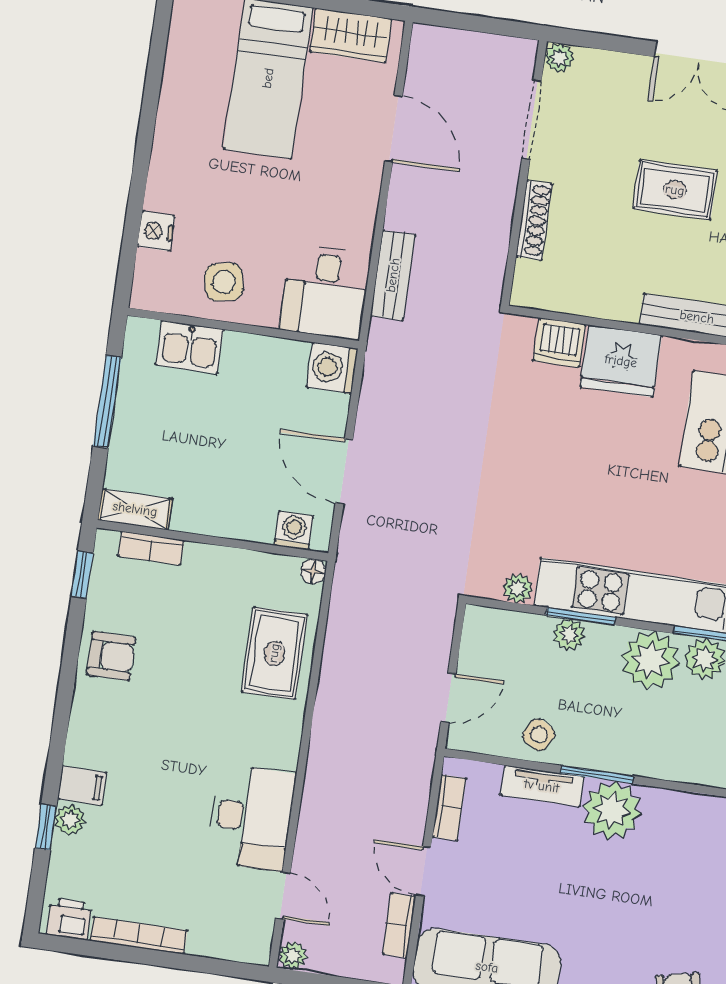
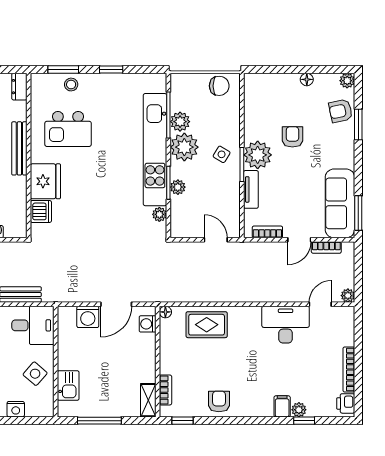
side table: (224, 282) -> (35, 374), turned -38
washing machine: (332, 368) -> (88, 317), moved
side table: (539, 735) -> (222, 154), moved
armchair: (639, 888) -> (292, 137), added

